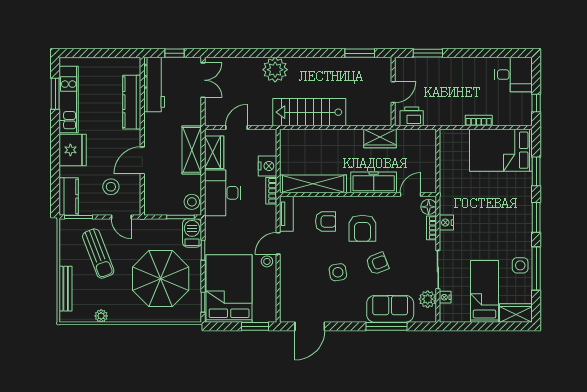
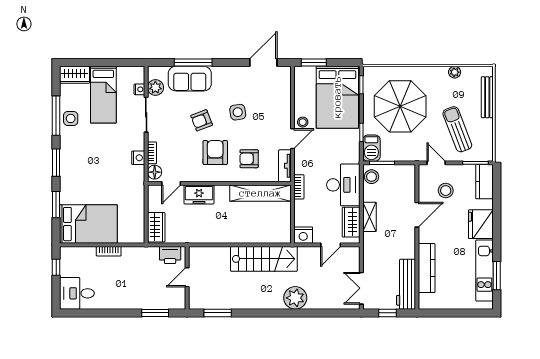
wardrobe: (380, 138) -> (156, 227), moved, turned 90
shelving: (192, 150) -> (369, 217), width x0.67, depth x0.75
nightstand: (267, 166) -> (303, 235), moved, turned -90
freezer: (374, 182) -> (199, 194), width x0.71

